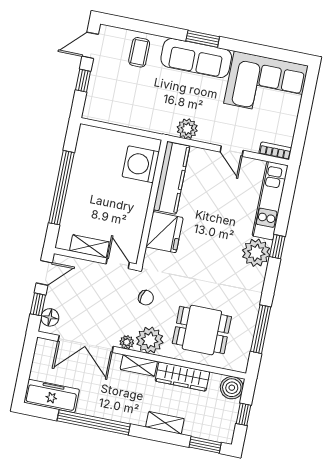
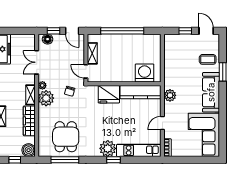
window: (203, 39) -> (223, 72), moved
door: (118, 263) -> (86, 71), swing flipped
dining table: (202, 330) -> (66, 137), moved
double door: (86, 344) -> (37, 62), width x0.73

